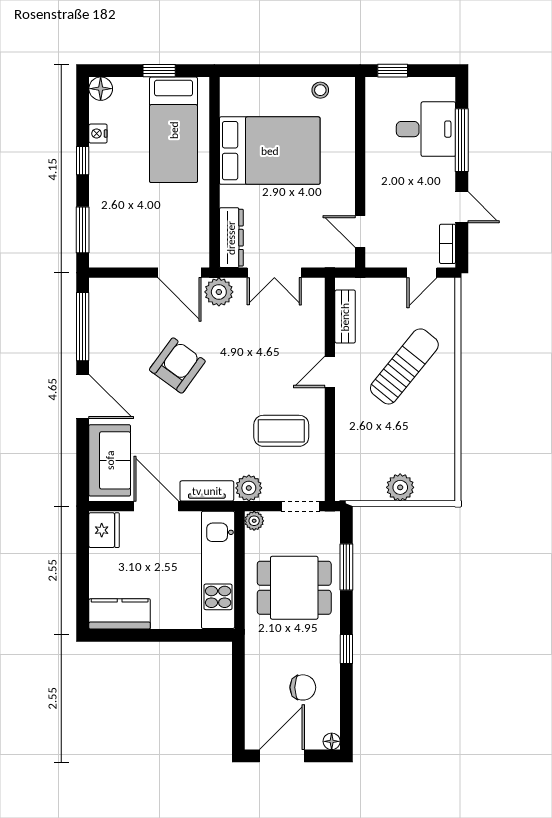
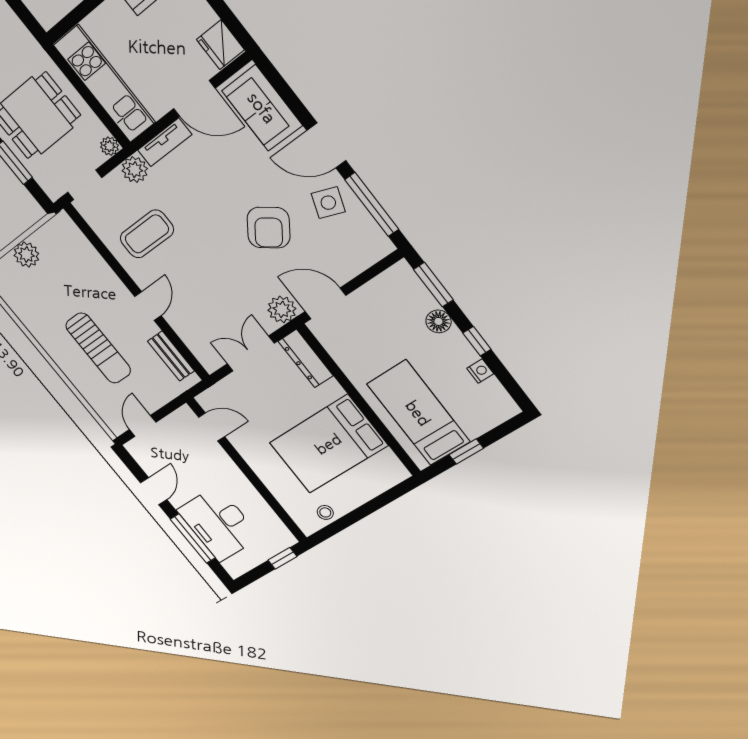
floor lamp: (101, 89) -> (438, 321), moved
desk: (426, 129) -> (219, 524), width x1.37
door: (462, 207) -> (154, 491), swing flipped
bookcase: (448, 244) -> (142, 459), removed
side table: (115, 352) -> (328, 203), added
sun lounger: (404, 366) -> (98, 348), turned -39

